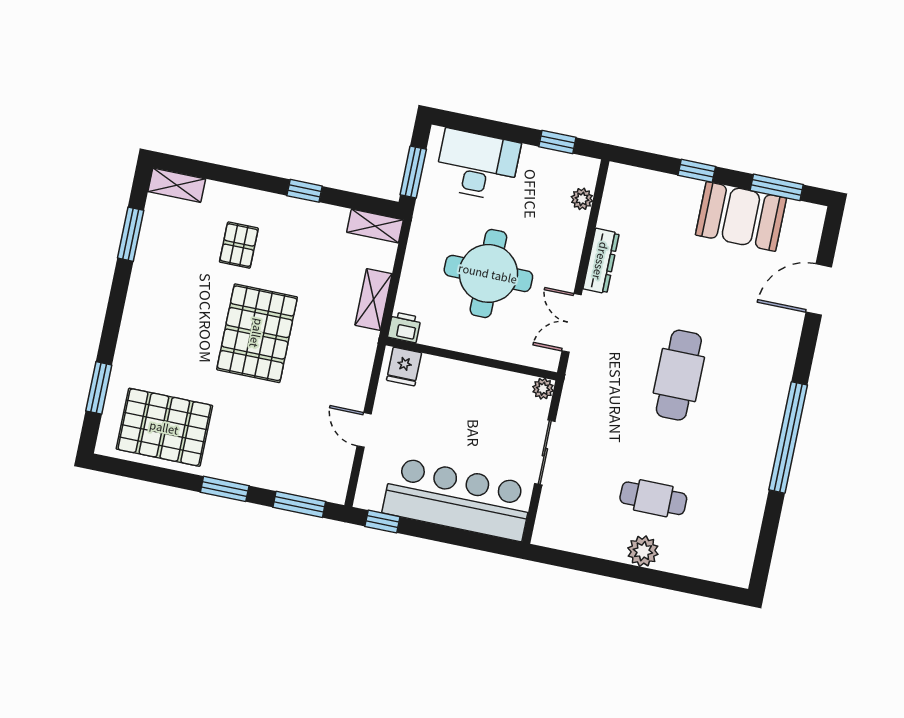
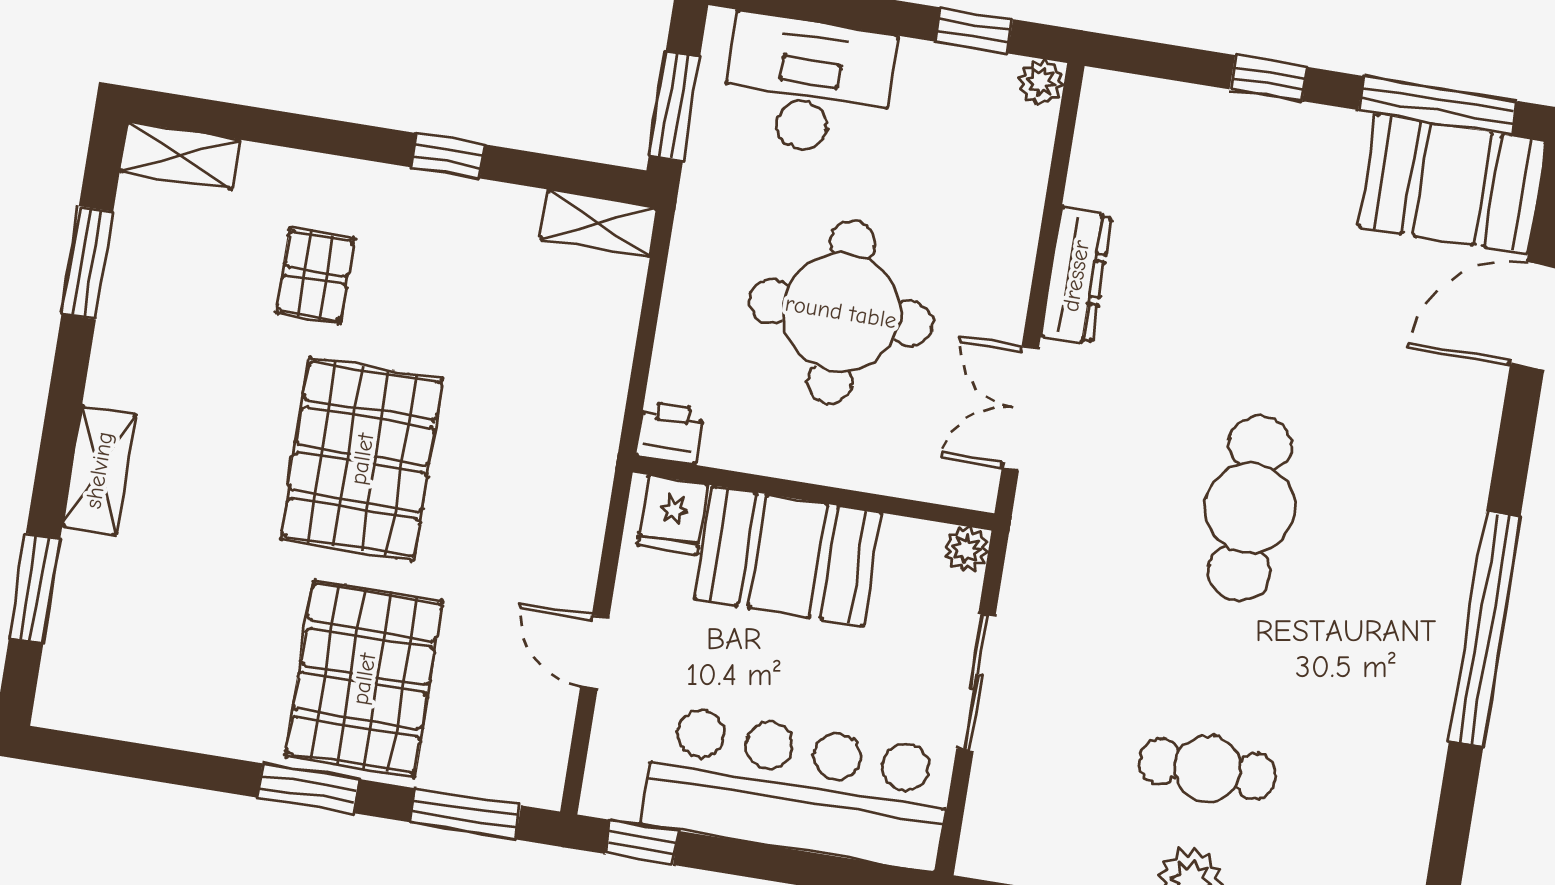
window: (777, 187) -> (1438, 106), width x1.44
plant: (582, 199) -> (1041, 82), moved
booth: (741, 216) -> (1452, 184), moved
shelving: (373, 300) -> (99, 470), moved
booth: (458, 388) -> (788, 556), added
pallet: (164, 427) -> (364, 679), moved, turned 90

